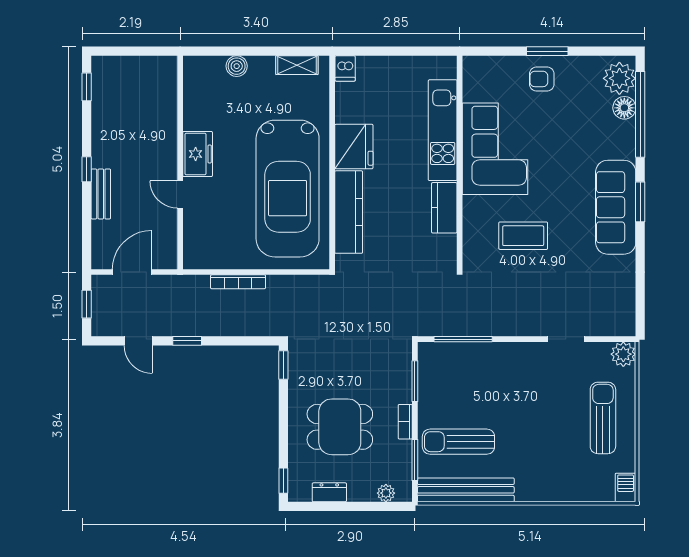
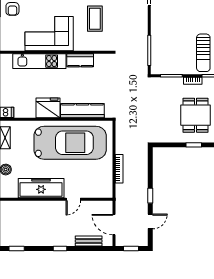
freezer: (198, 154) -> (41, 188), width x1.91, depth x1.26
bench: (101, 194) -> (89, 241), moved
window: (283, 365) -> (194, 145), moved

